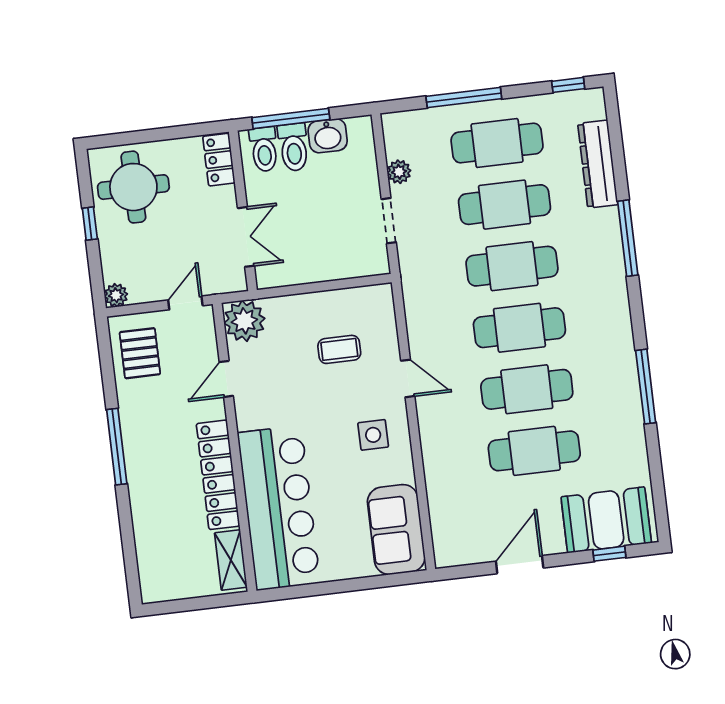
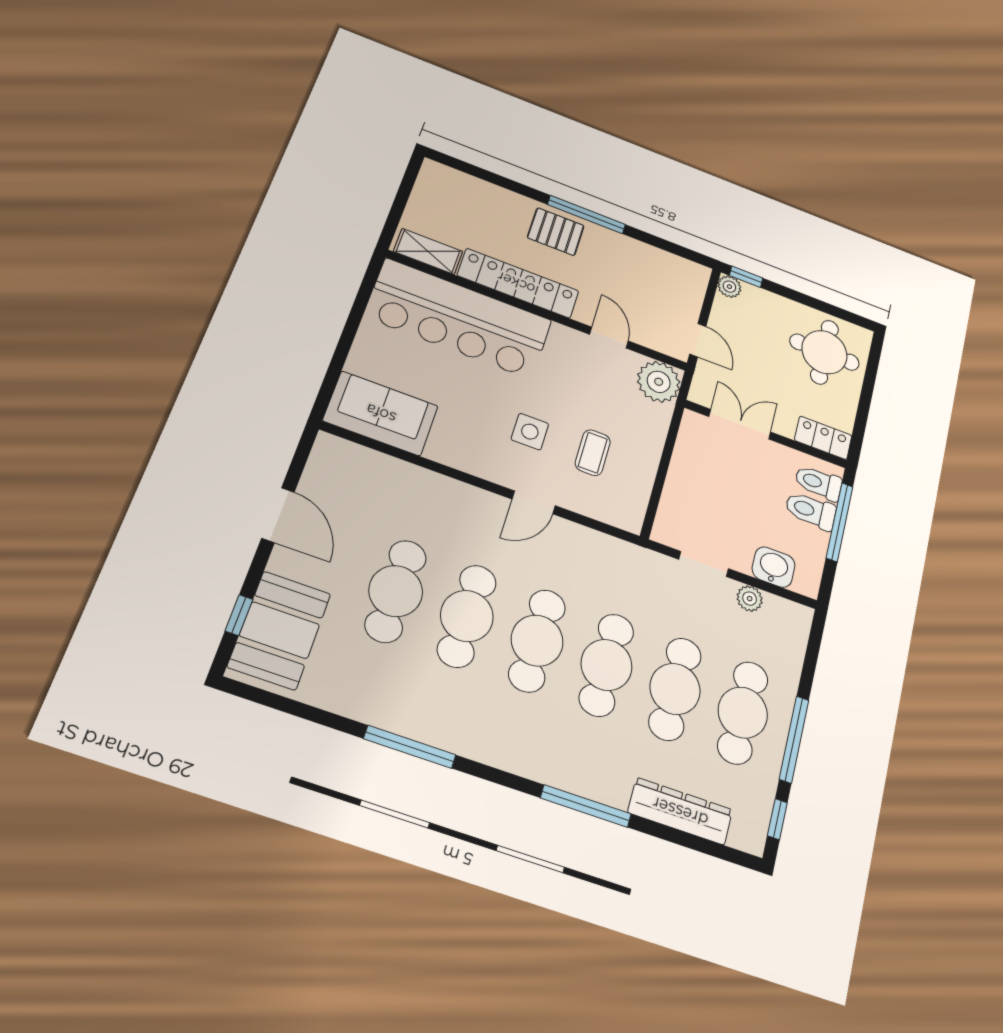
window: (464, 98) -> (794, 739), moved
washbasin: (328, 136) -> (774, 567), moved, turned 90
window: (90, 224) -> (746, 277), moved
double door: (246, 237) -> (740, 424), swing flipped
pallet: (140, 353) -> (556, 232), moved
side table: (373, 435) -> (530, 432), moved

